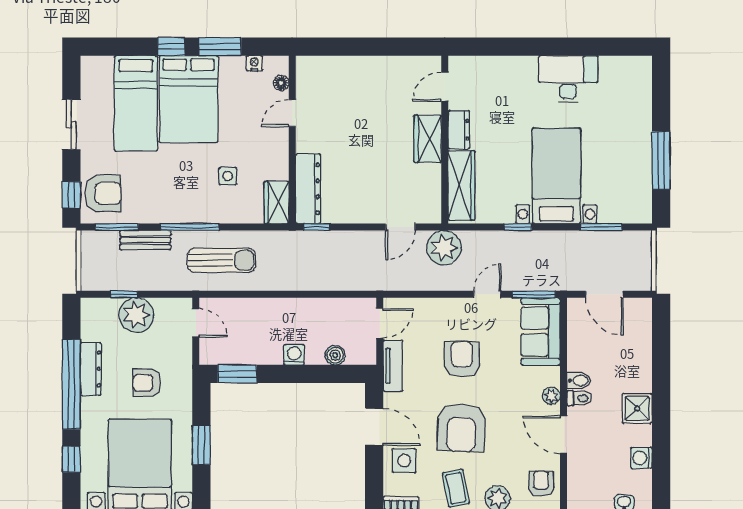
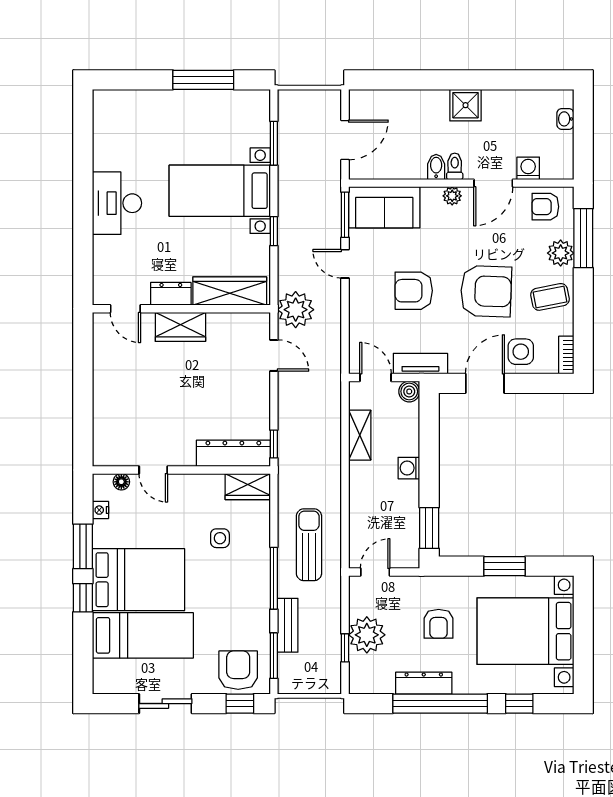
desk: (568, 79) -> (117, 203), moved
shelving: (325, 308) -> (360, 435), added
boiler: (335, 355) -> (409, 391), moved
washing machine: (641, 458) -> (528, 168), moved, turned 180

